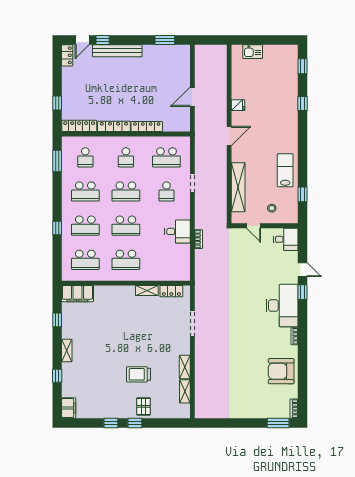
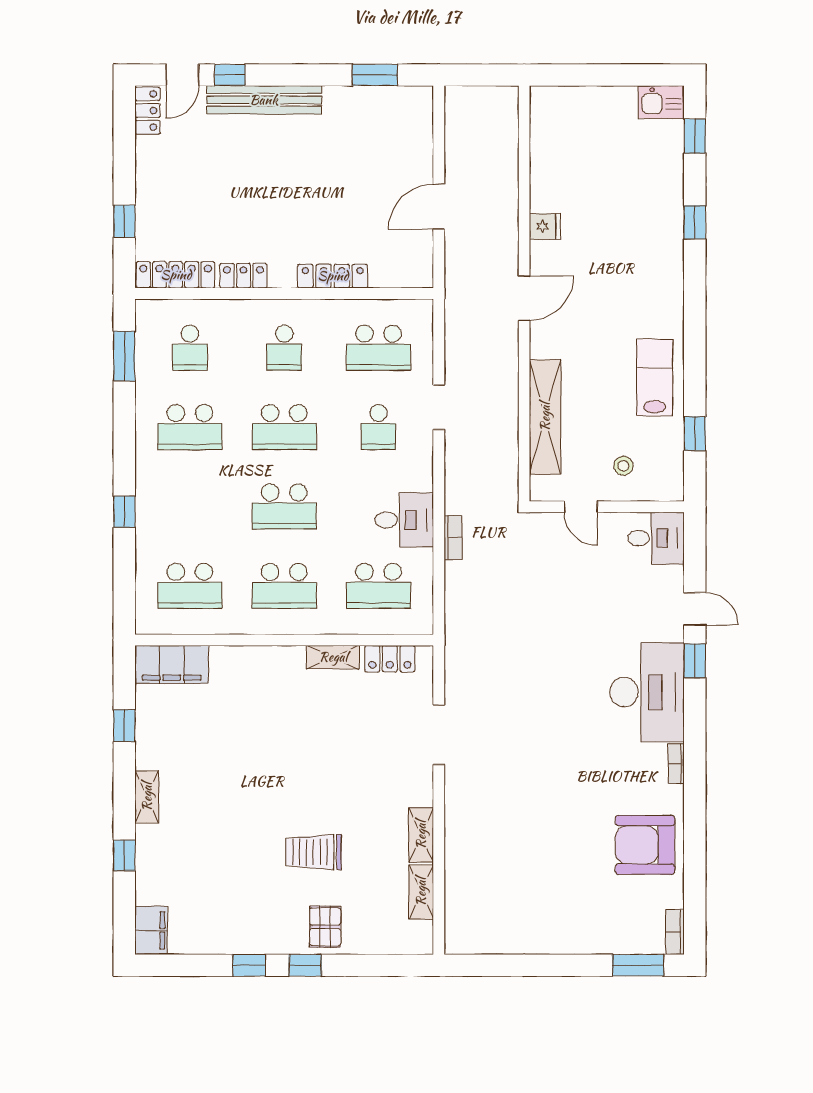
kitchen sink: (253, 52) -> (661, 102), moved
locker: (114, 126) -> (243, 276), width x0.66
school desk: (85, 226) -> (379, 586), moved

